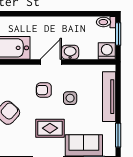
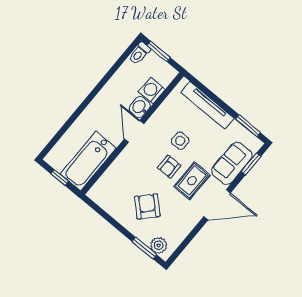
washing machine: (107, 51) -> (152, 90), moved
armchair: (44, 90) -> (169, 167), moved

